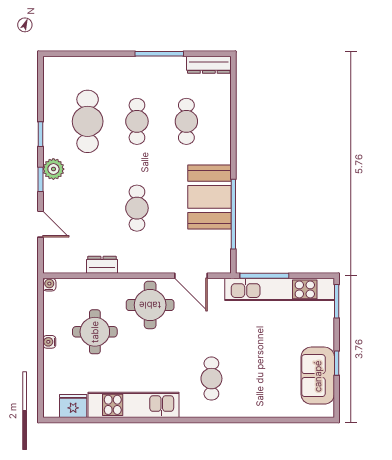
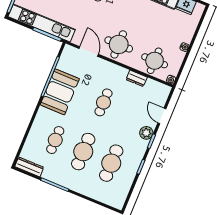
cafe table: (137, 121) -> (83, 152), width x1.37, depth x1.35
plant: (53, 169) -> (146, 133), moved
round table: (95, 332) -> (155, 61), moved

